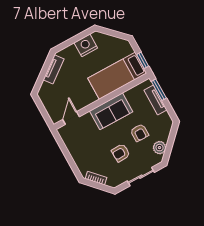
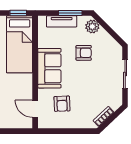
window: (159, 90) -> (70, 13), moved
plant: (160, 148) -> (92, 27), moved
armchair: (121, 153) -> (62, 104), moved

